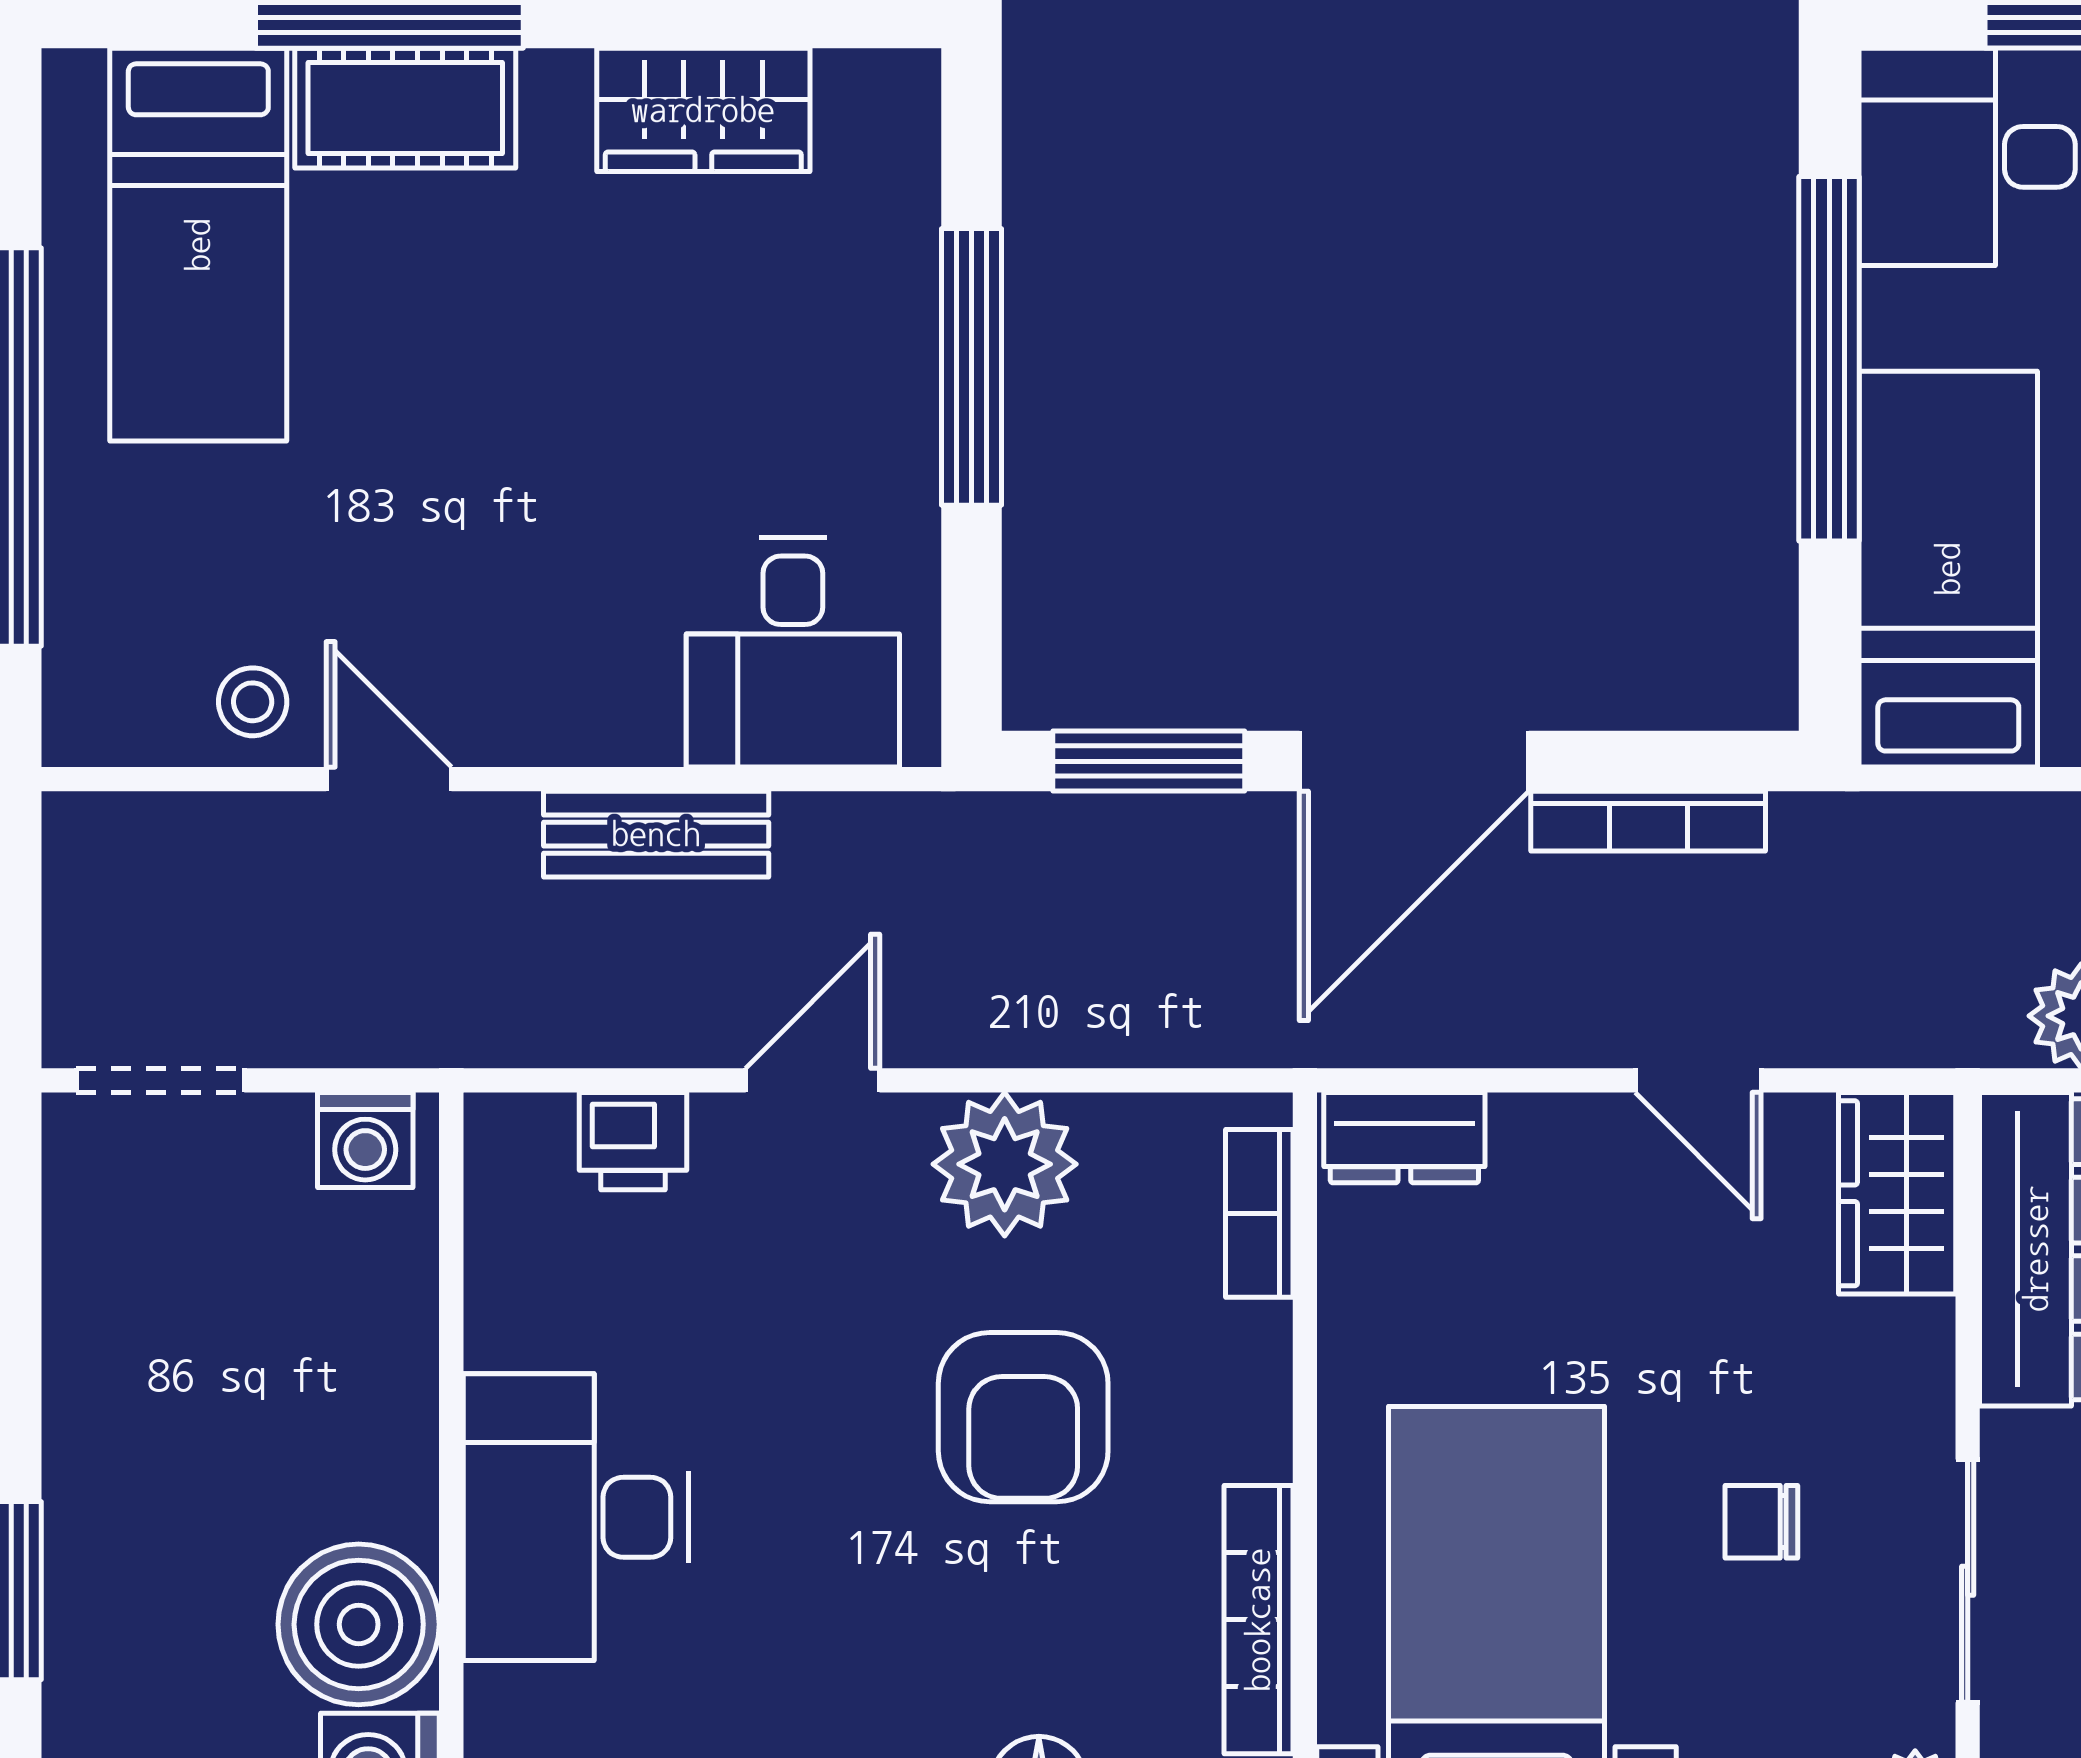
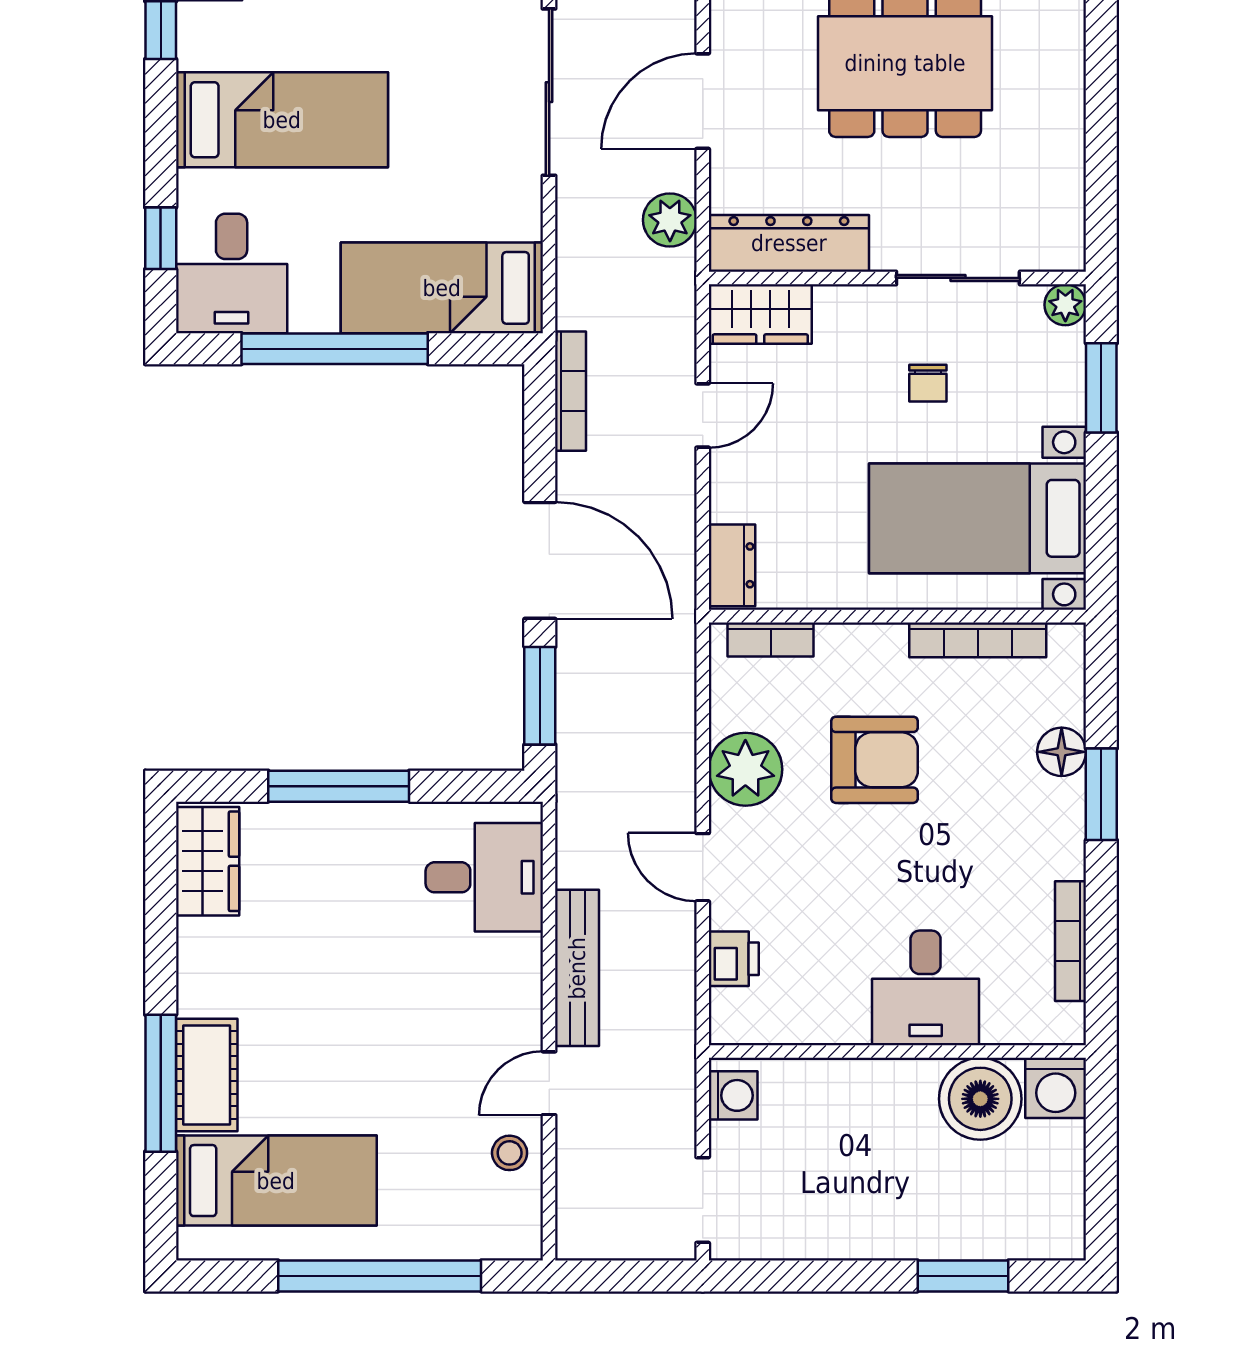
wardrobe: (703, 110) -> (208, 861), moved
bookcase: (1648, 821) -> (570, 391), moved
bench: (656, 834) -> (577, 968), width x1.36
desk: (576, 1517) -> (926, 988), width x0.73

